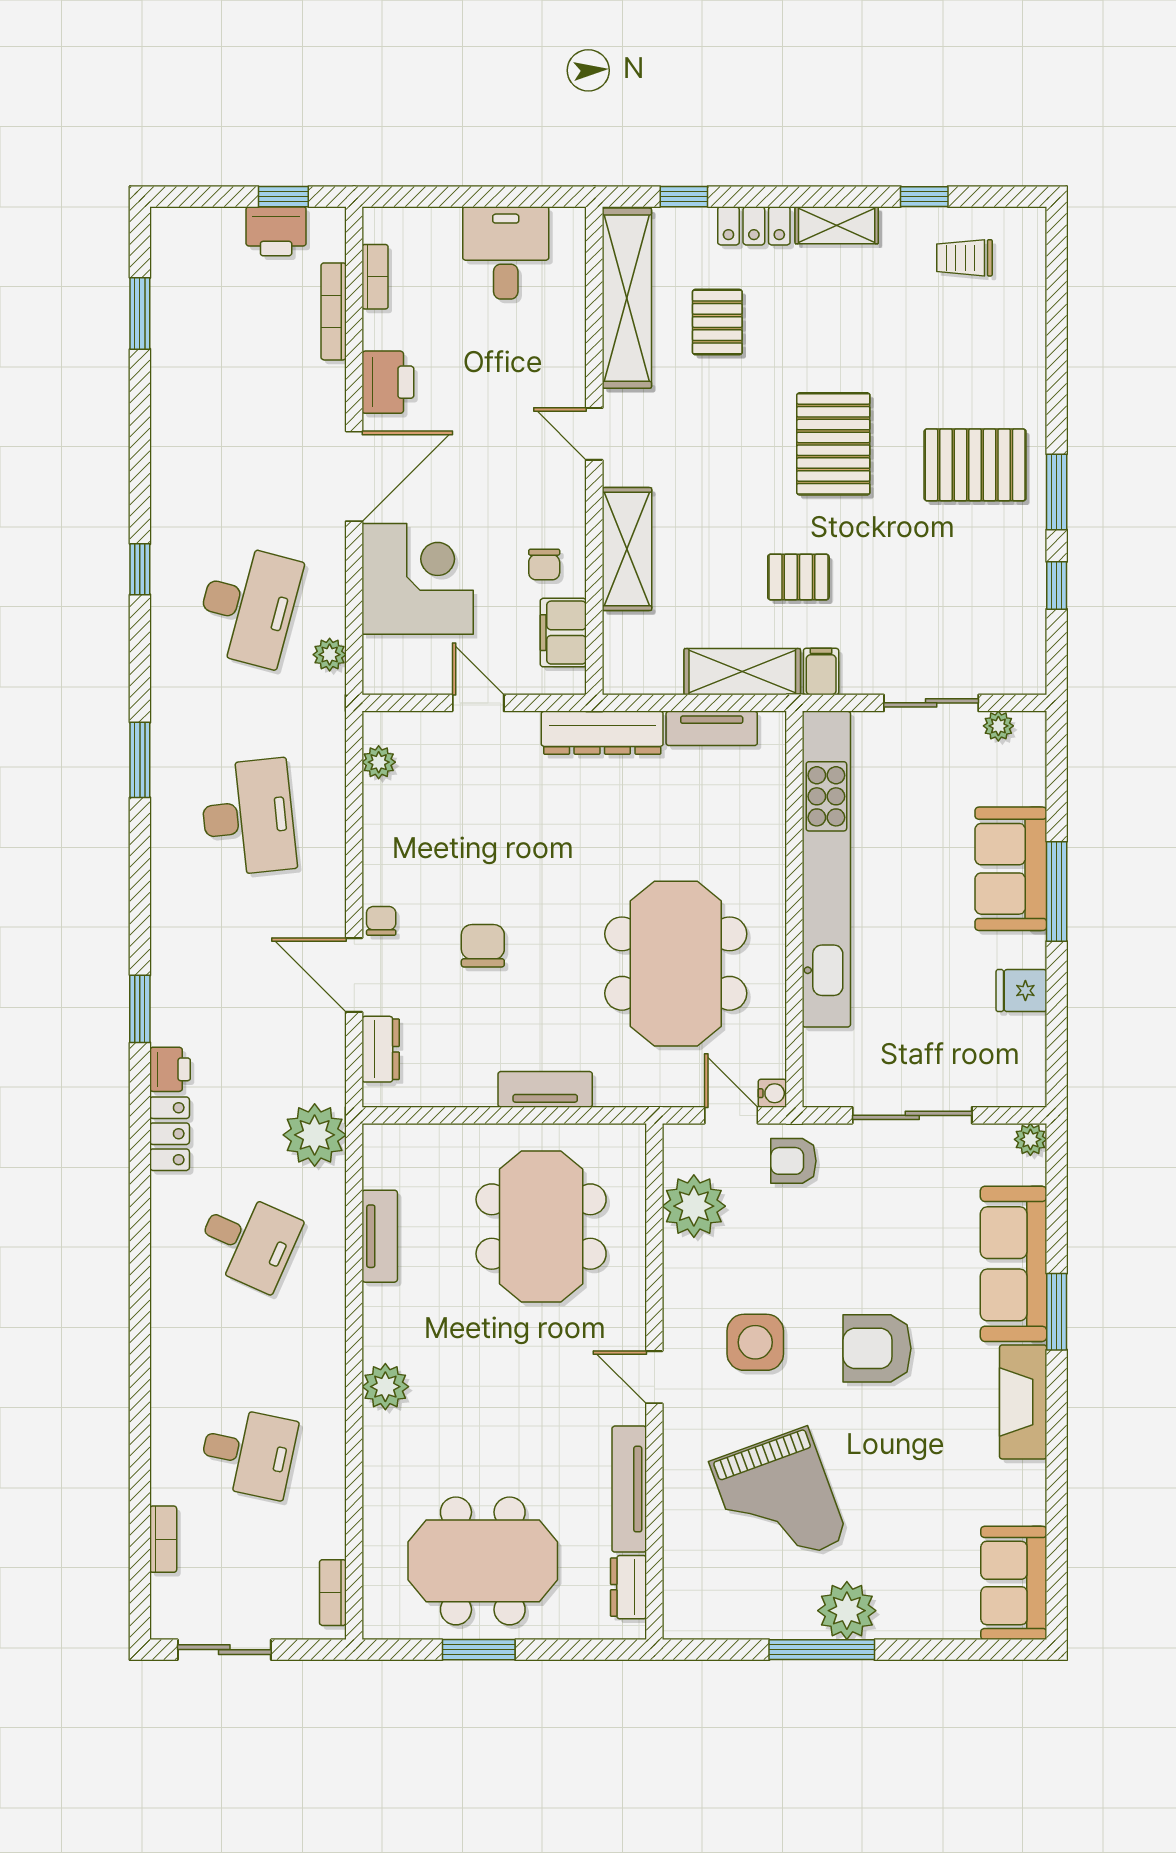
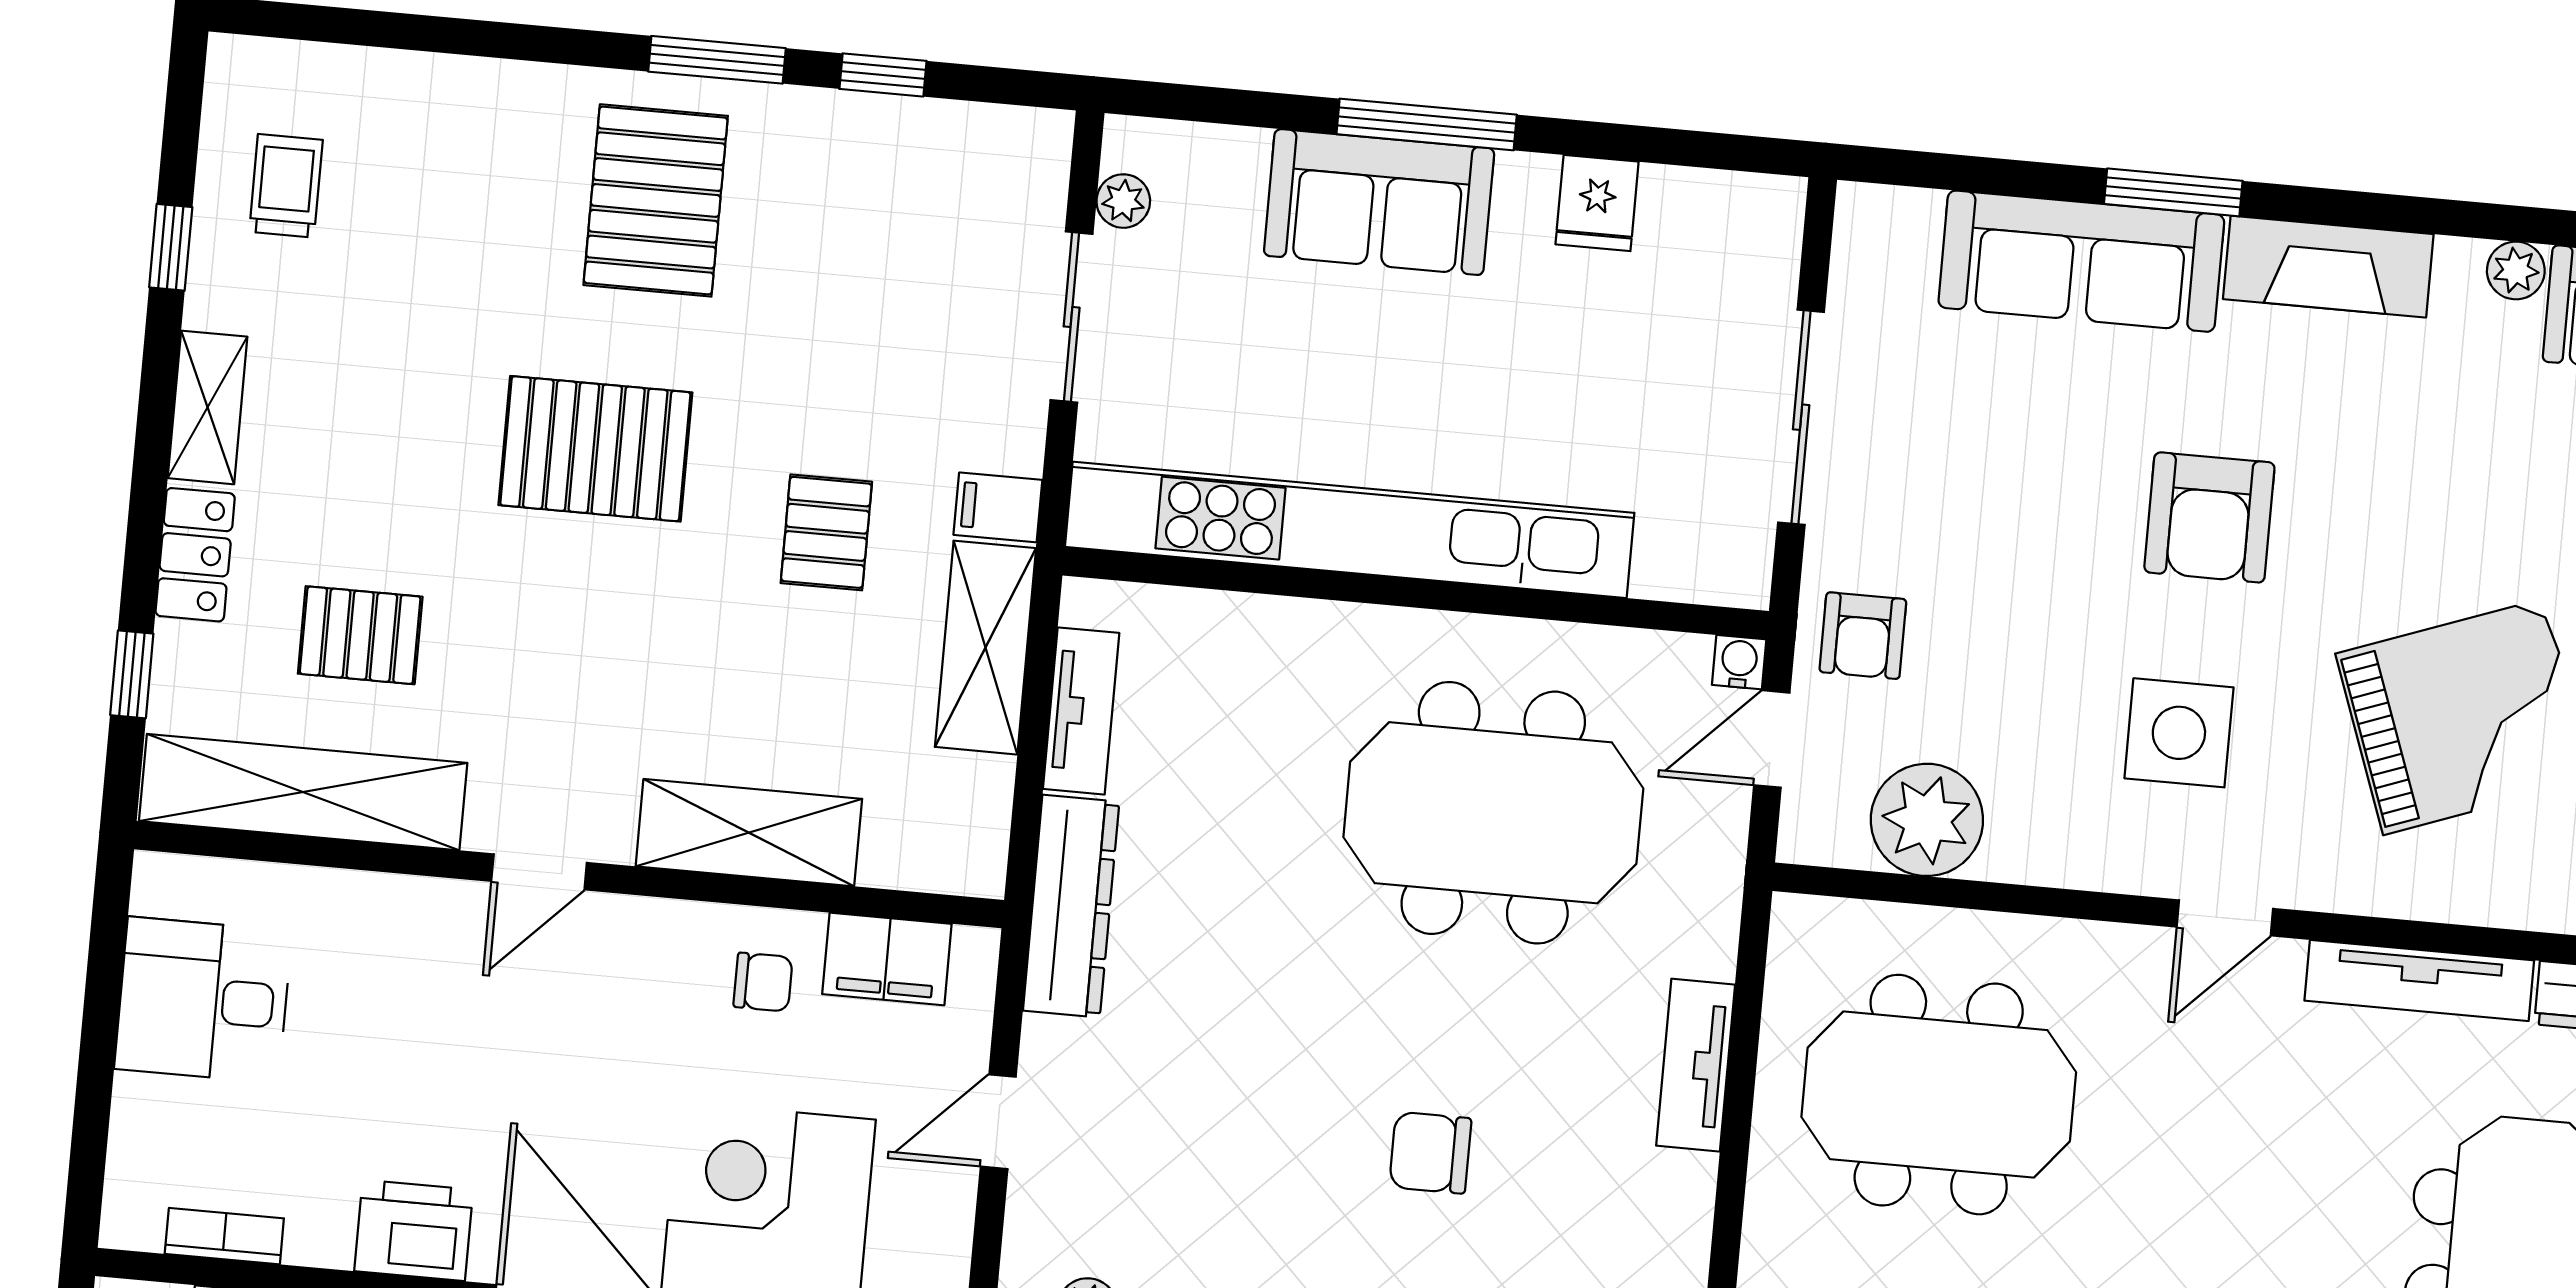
trolley: (964, 258) -> (286, 186), turned 180
plant: (1030, 1139) -> (2516, 270), moved

